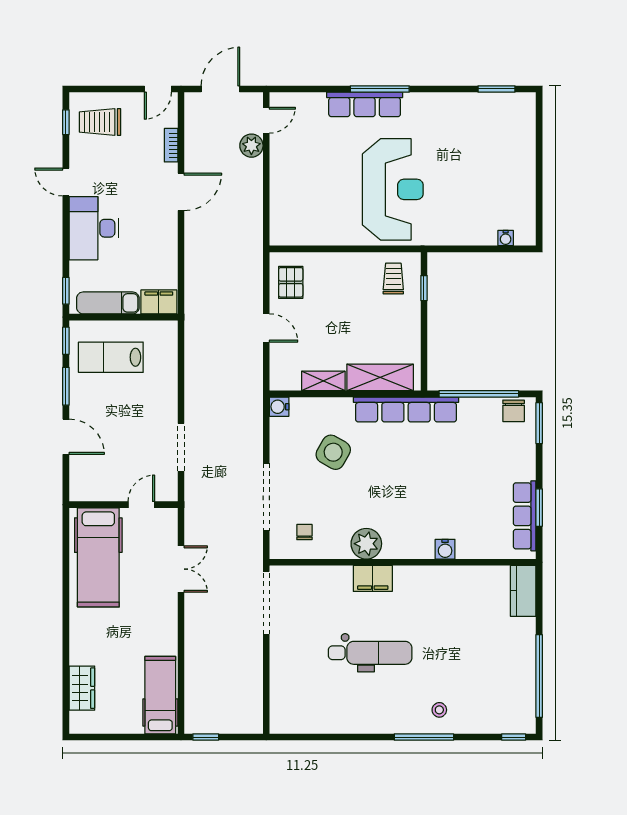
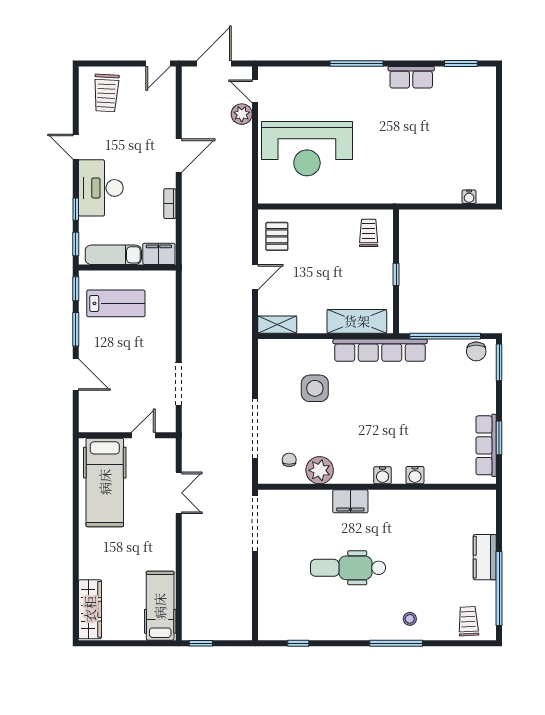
row of seats: (365, 104) -> (411, 77), moved, width x0.68
door: (266, 120) -> (255, 91), swing flipped
window: (66, 122) -> (76, 209), moved
trolley: (100, 122) -> (106, 93), turned -87
bookcase: (171, 145) -> (170, 204), moved
reception desk: (393, 189) -> (307, 149), moved, turned 90
window: (424, 288) -> (396, 274), moved
door: (266, 328) -> (255, 277), hinge flipped
lab bench: (111, 357) -> (116, 303), turned 180
shelving: (323, 381) -> (277, 325), moved
water cooler: (279, 407) -> (383, 475), moved, turned -90
side table: (333, 452) -> (315, 388), turned -30
plant: (366, 544) -> (320, 470), moved
kitchen counter: (523, 591) -> (485, 557), moved
dental chair: (370, 653) -> (348, 568), turned 180
wardrobe: (82, 688) -> (90, 609), width x1.50
trolley: (505, 713) -> (468, 621), added
window: (514, 737) -> (298, 643), moved

